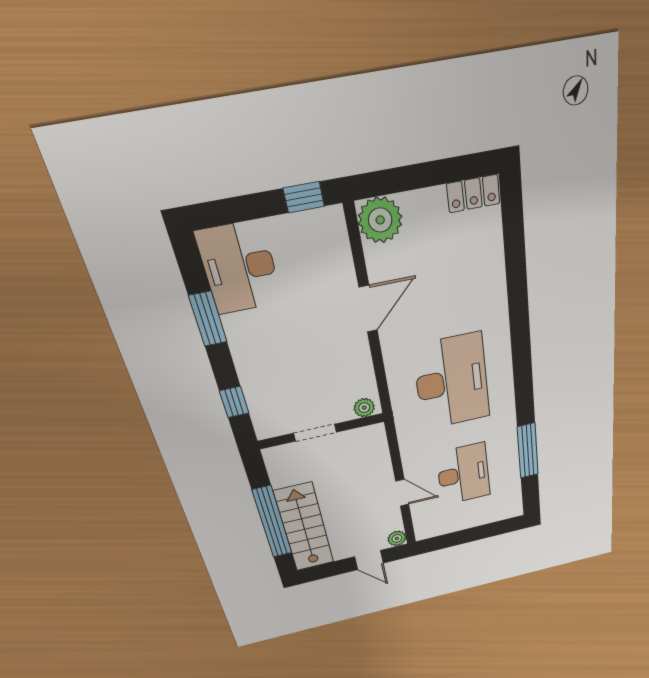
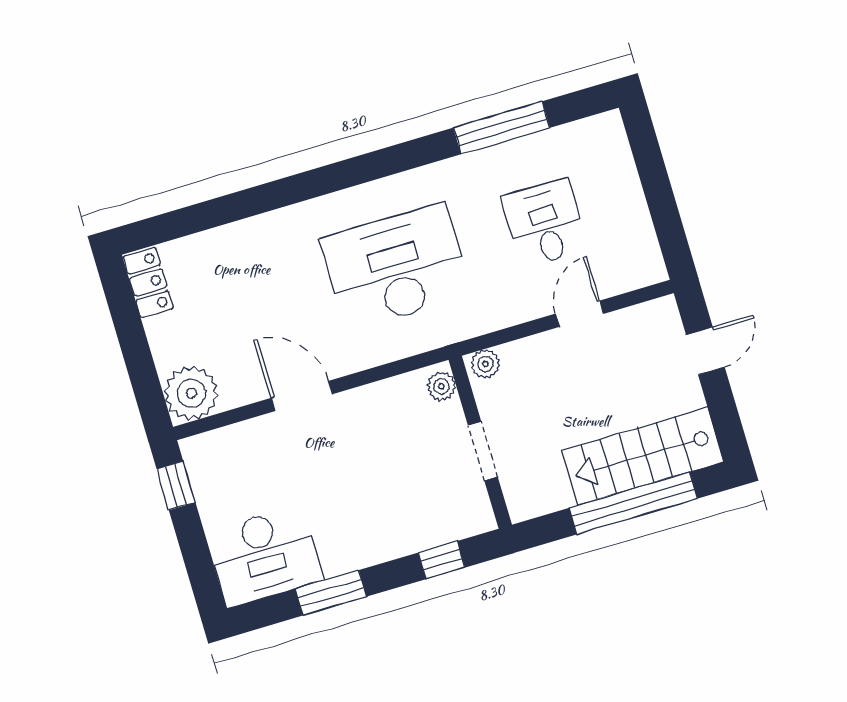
desk: (463, 474) -> (545, 223), width x0.73
plant: (397, 538) -> (486, 364), moved

